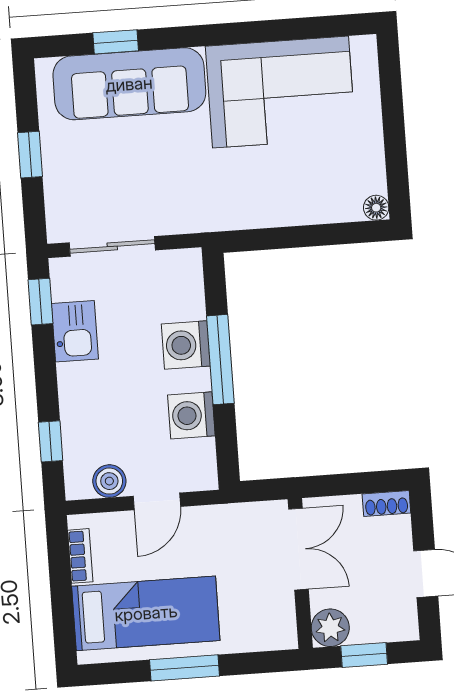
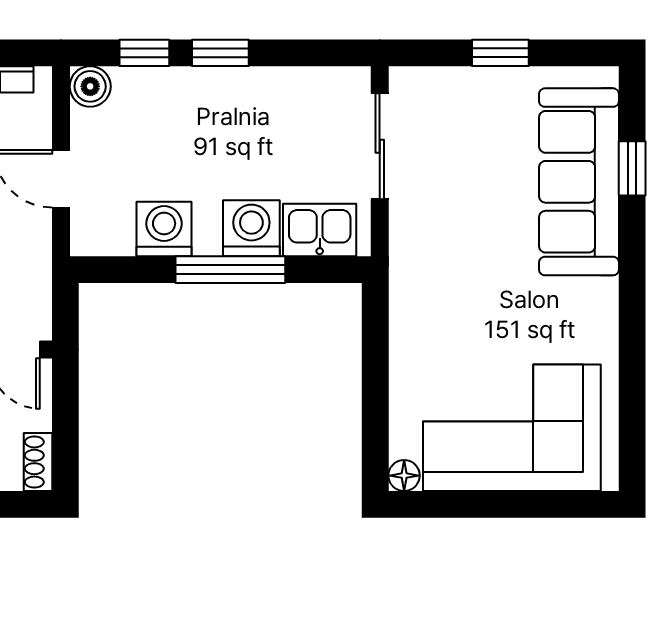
corner sofa: (281, 92) -> (512, 428), moved, turned 90
window: (41, 302) -> (220, 53), moved
kitchen sink: (75, 331) -> (320, 230), moved, turned 180
boiler: (109, 481) -> (90, 86), moved

